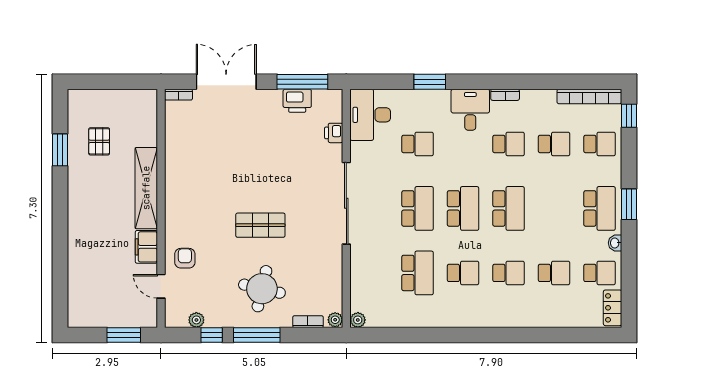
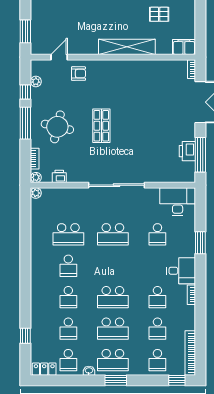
printer: (334, 133) -> (59, 176), moved
school desk: (463, 208) -> (113, 329), moved
filing cabinet: (146, 247) -> (184, 47), moved
window: (564, 335) -> (25, 336), added

